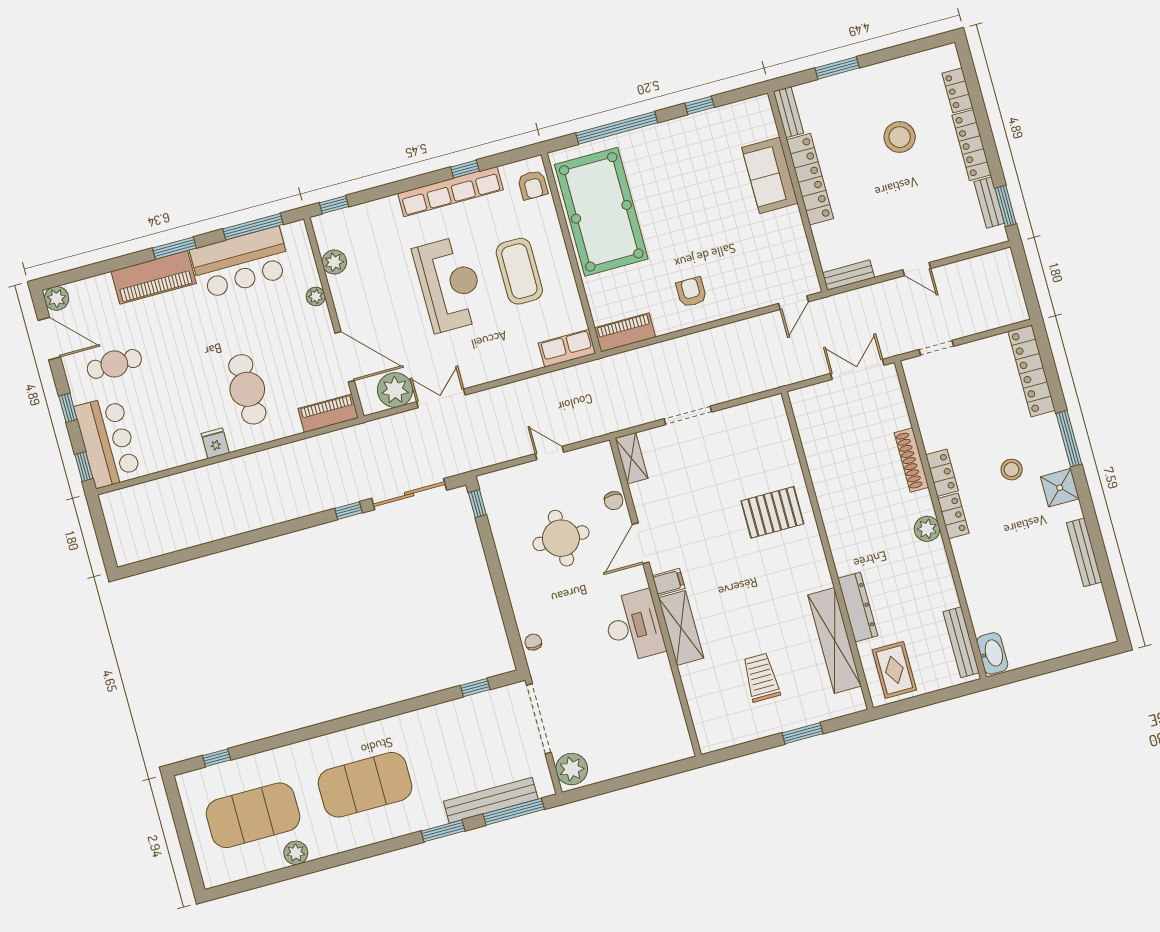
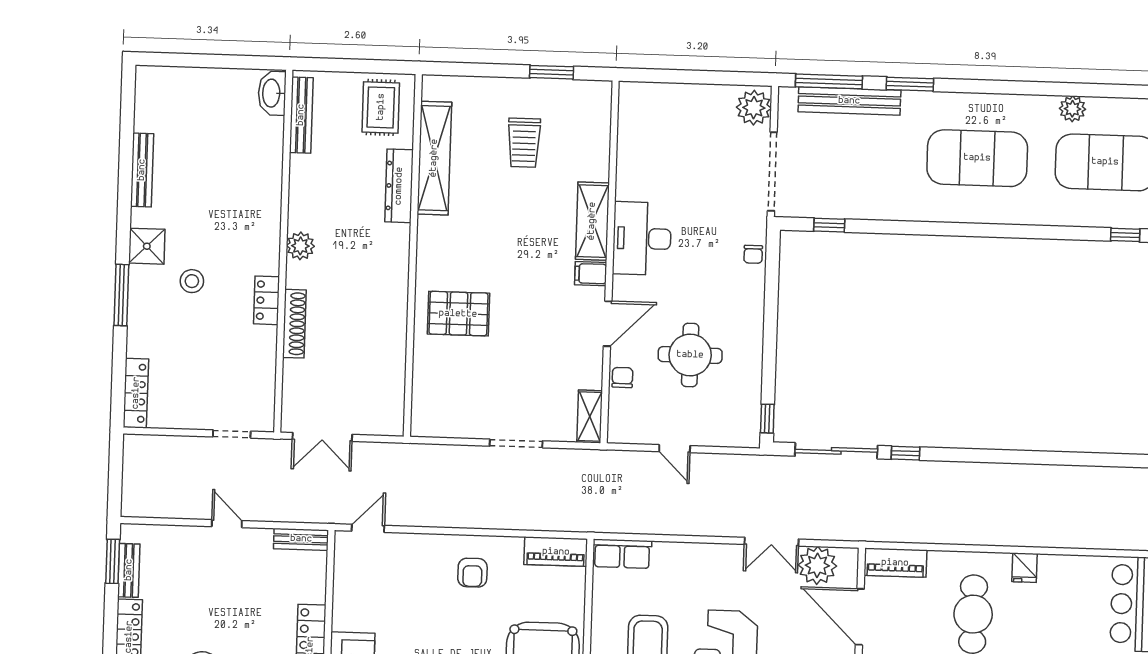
locker: (1032, 371) -> (136, 393), width x0.71, depth x0.83
locker: (953, 516) -> (268, 251), removed
window: (803, 733) -> (552, 72), moved

